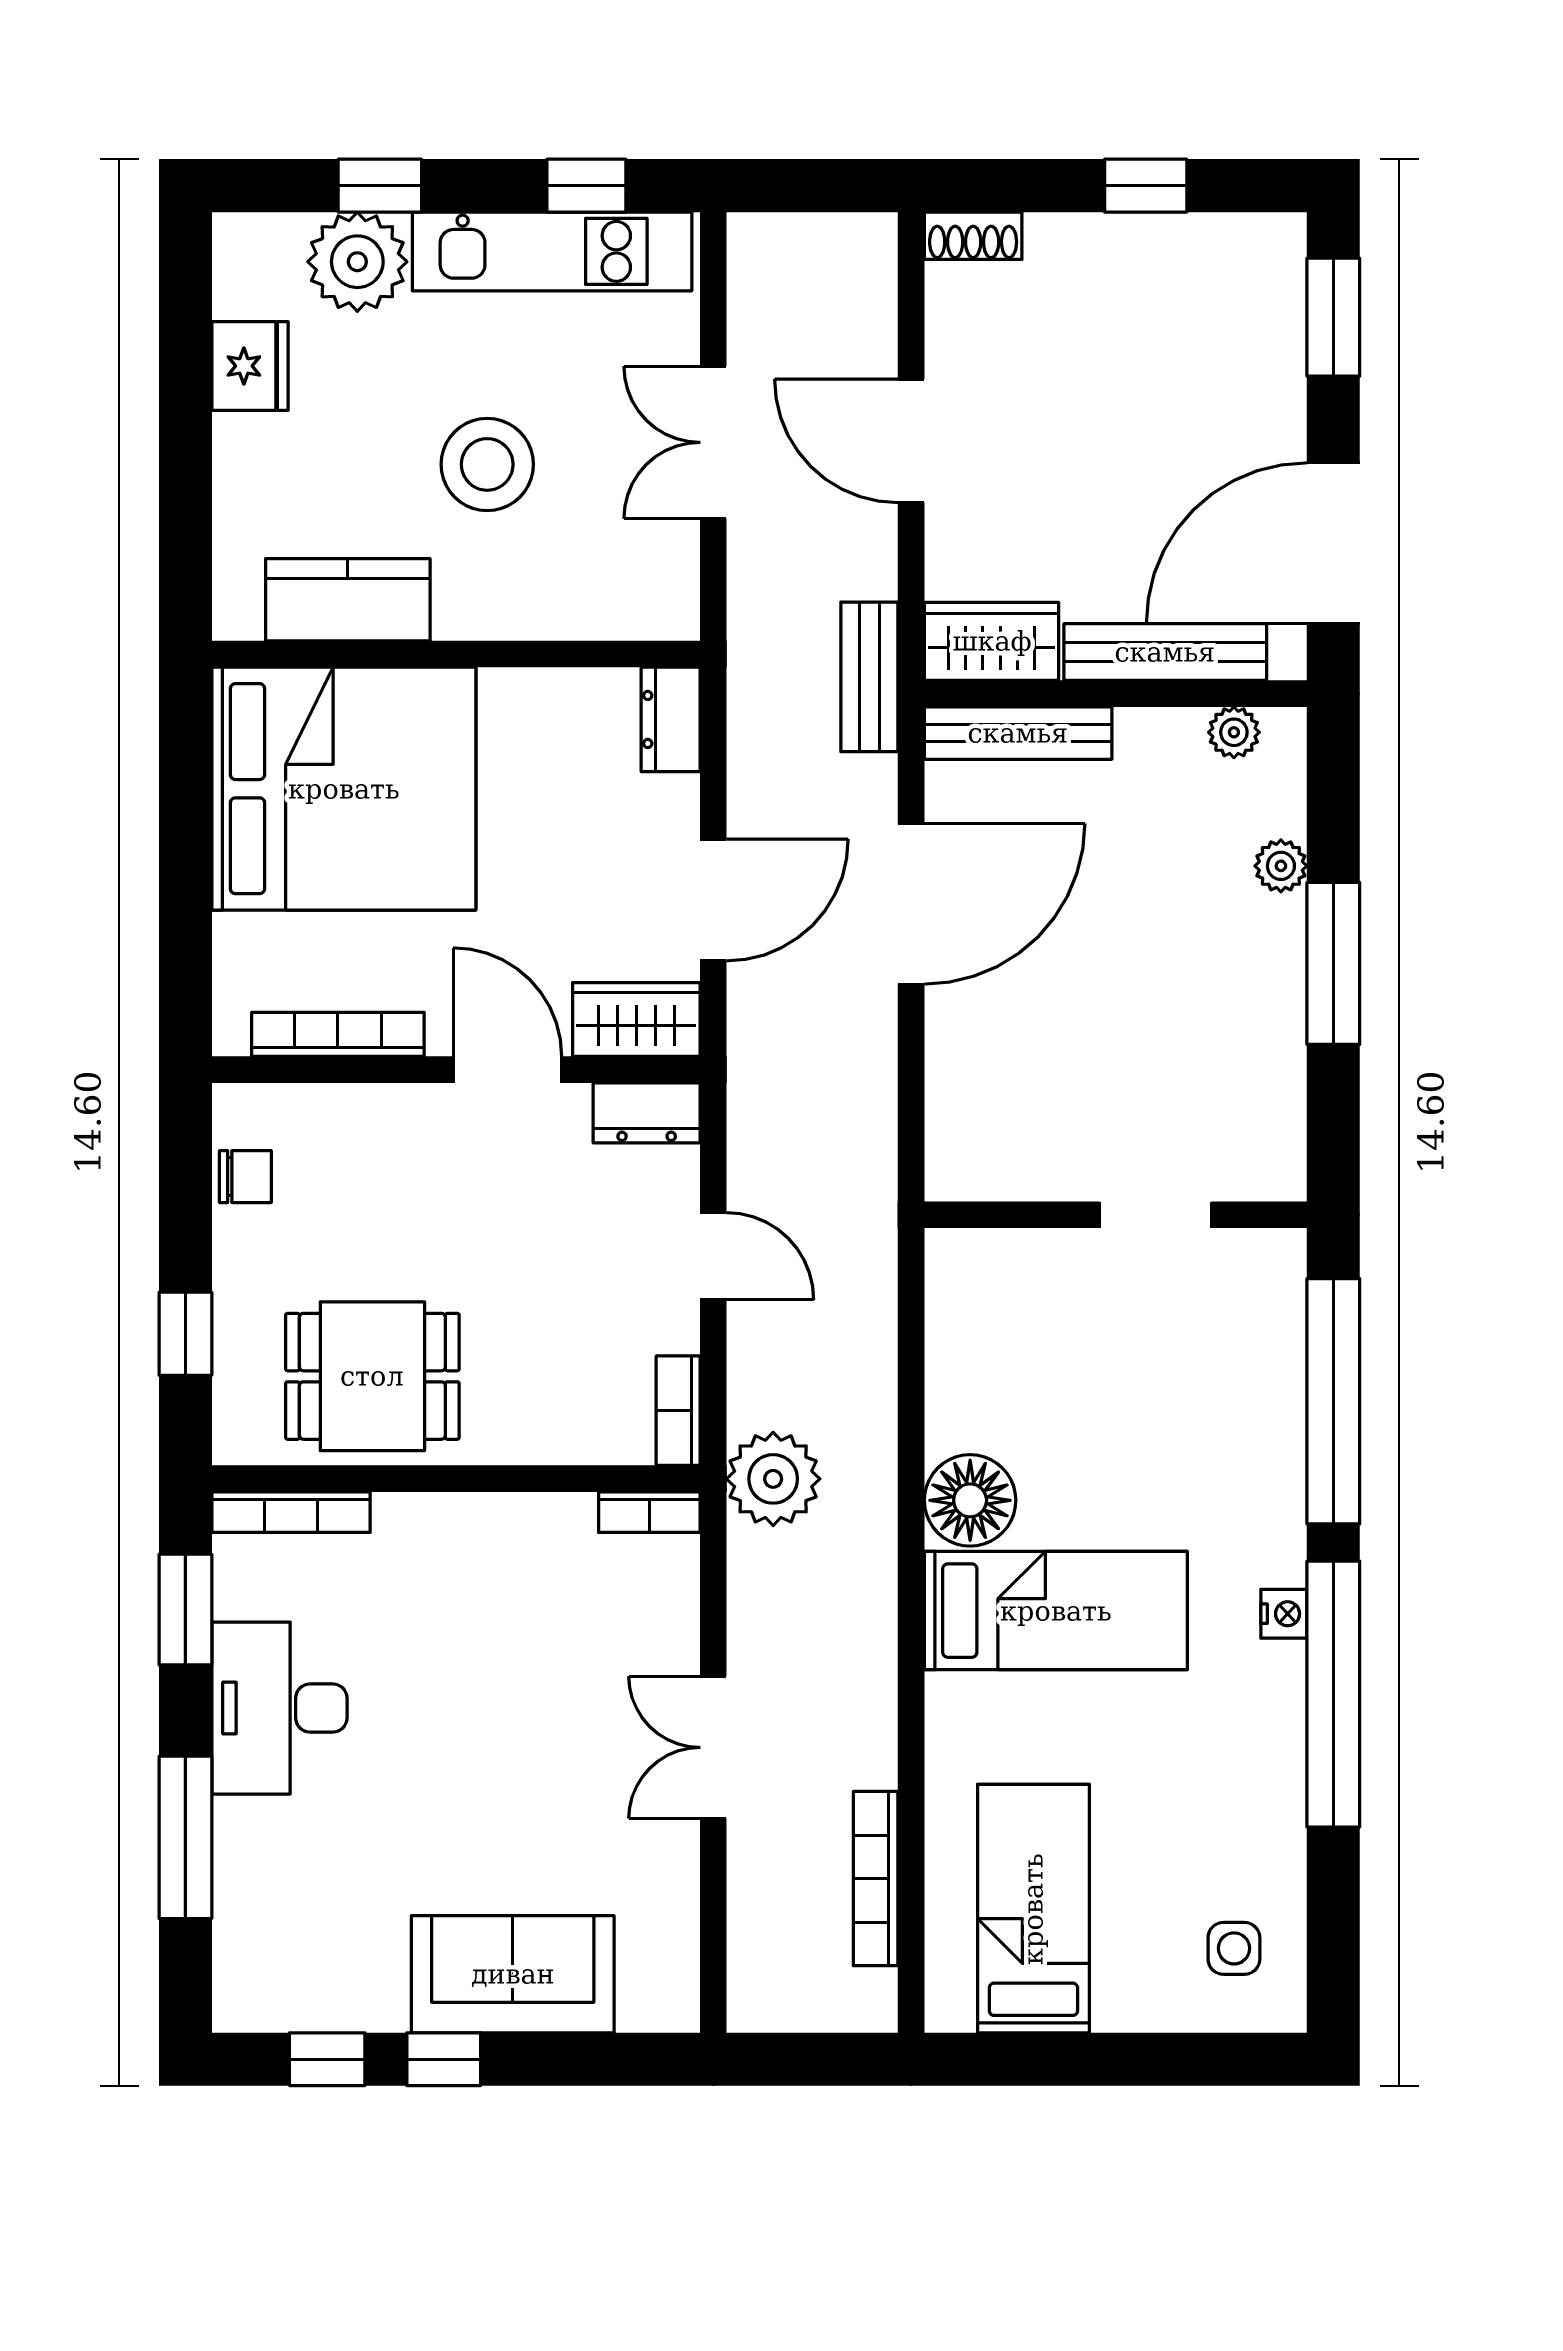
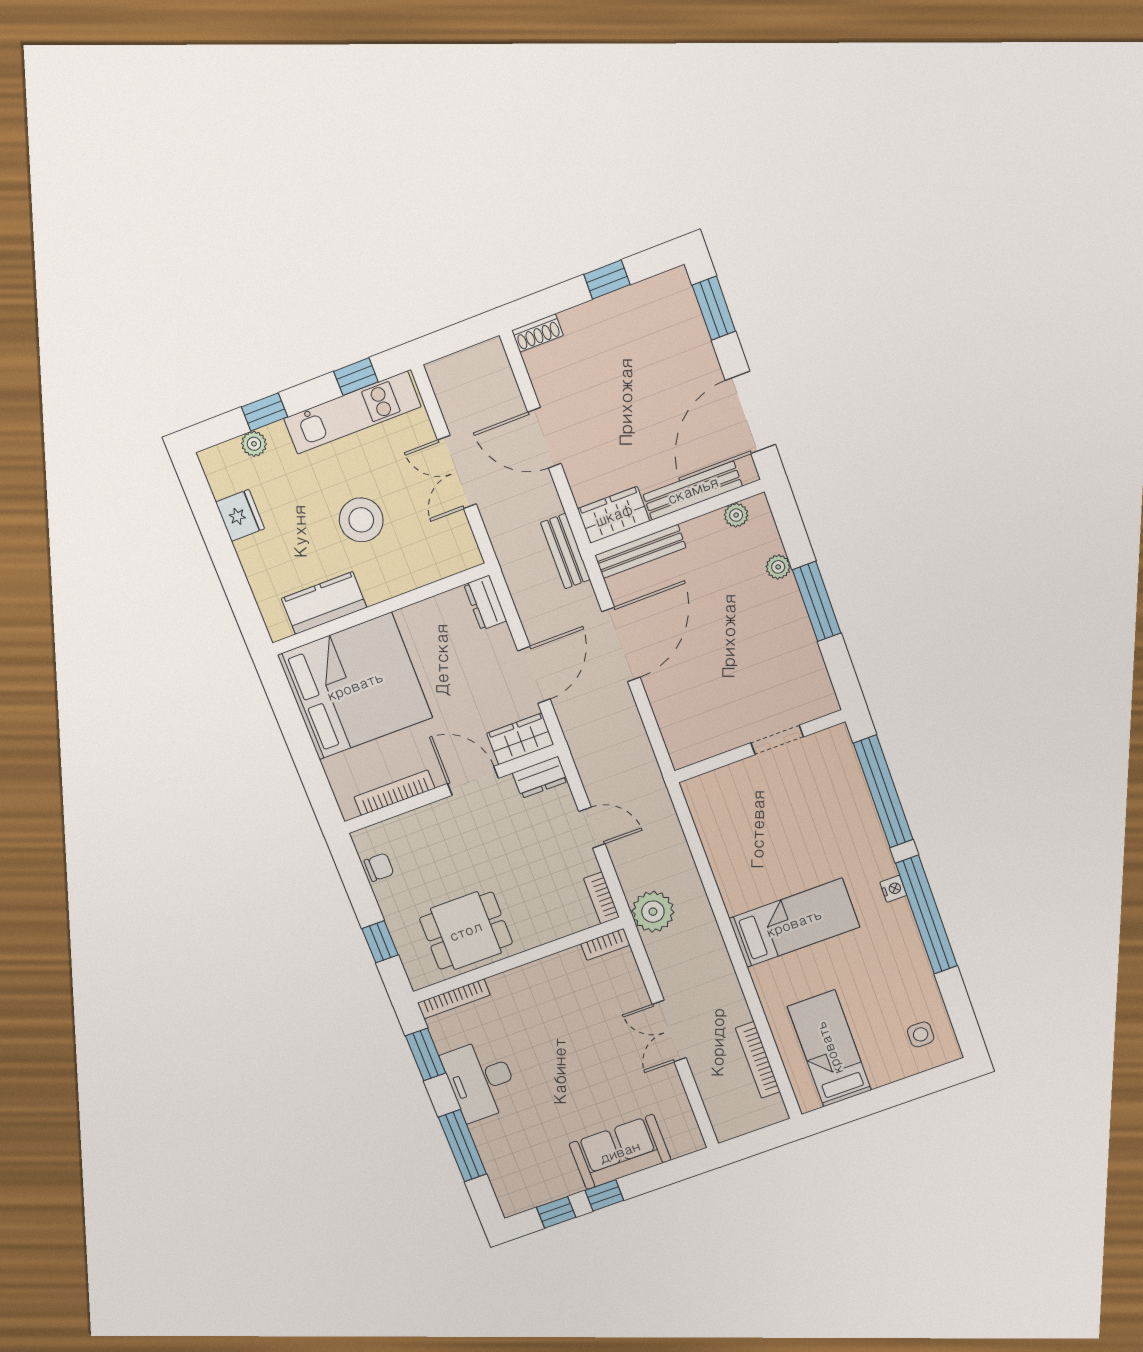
plant: (357, 262) -> (254, 444), width x0.53, depth x0.53
floor lamp: (970, 1500) -> (741, 890), removed

